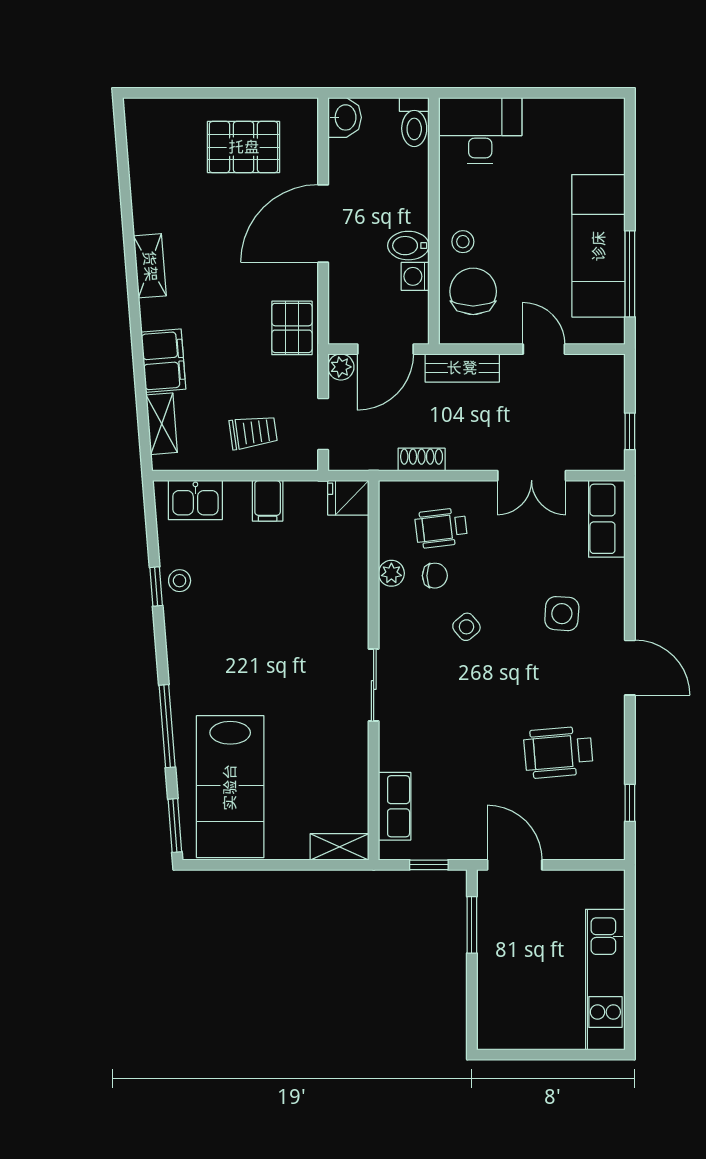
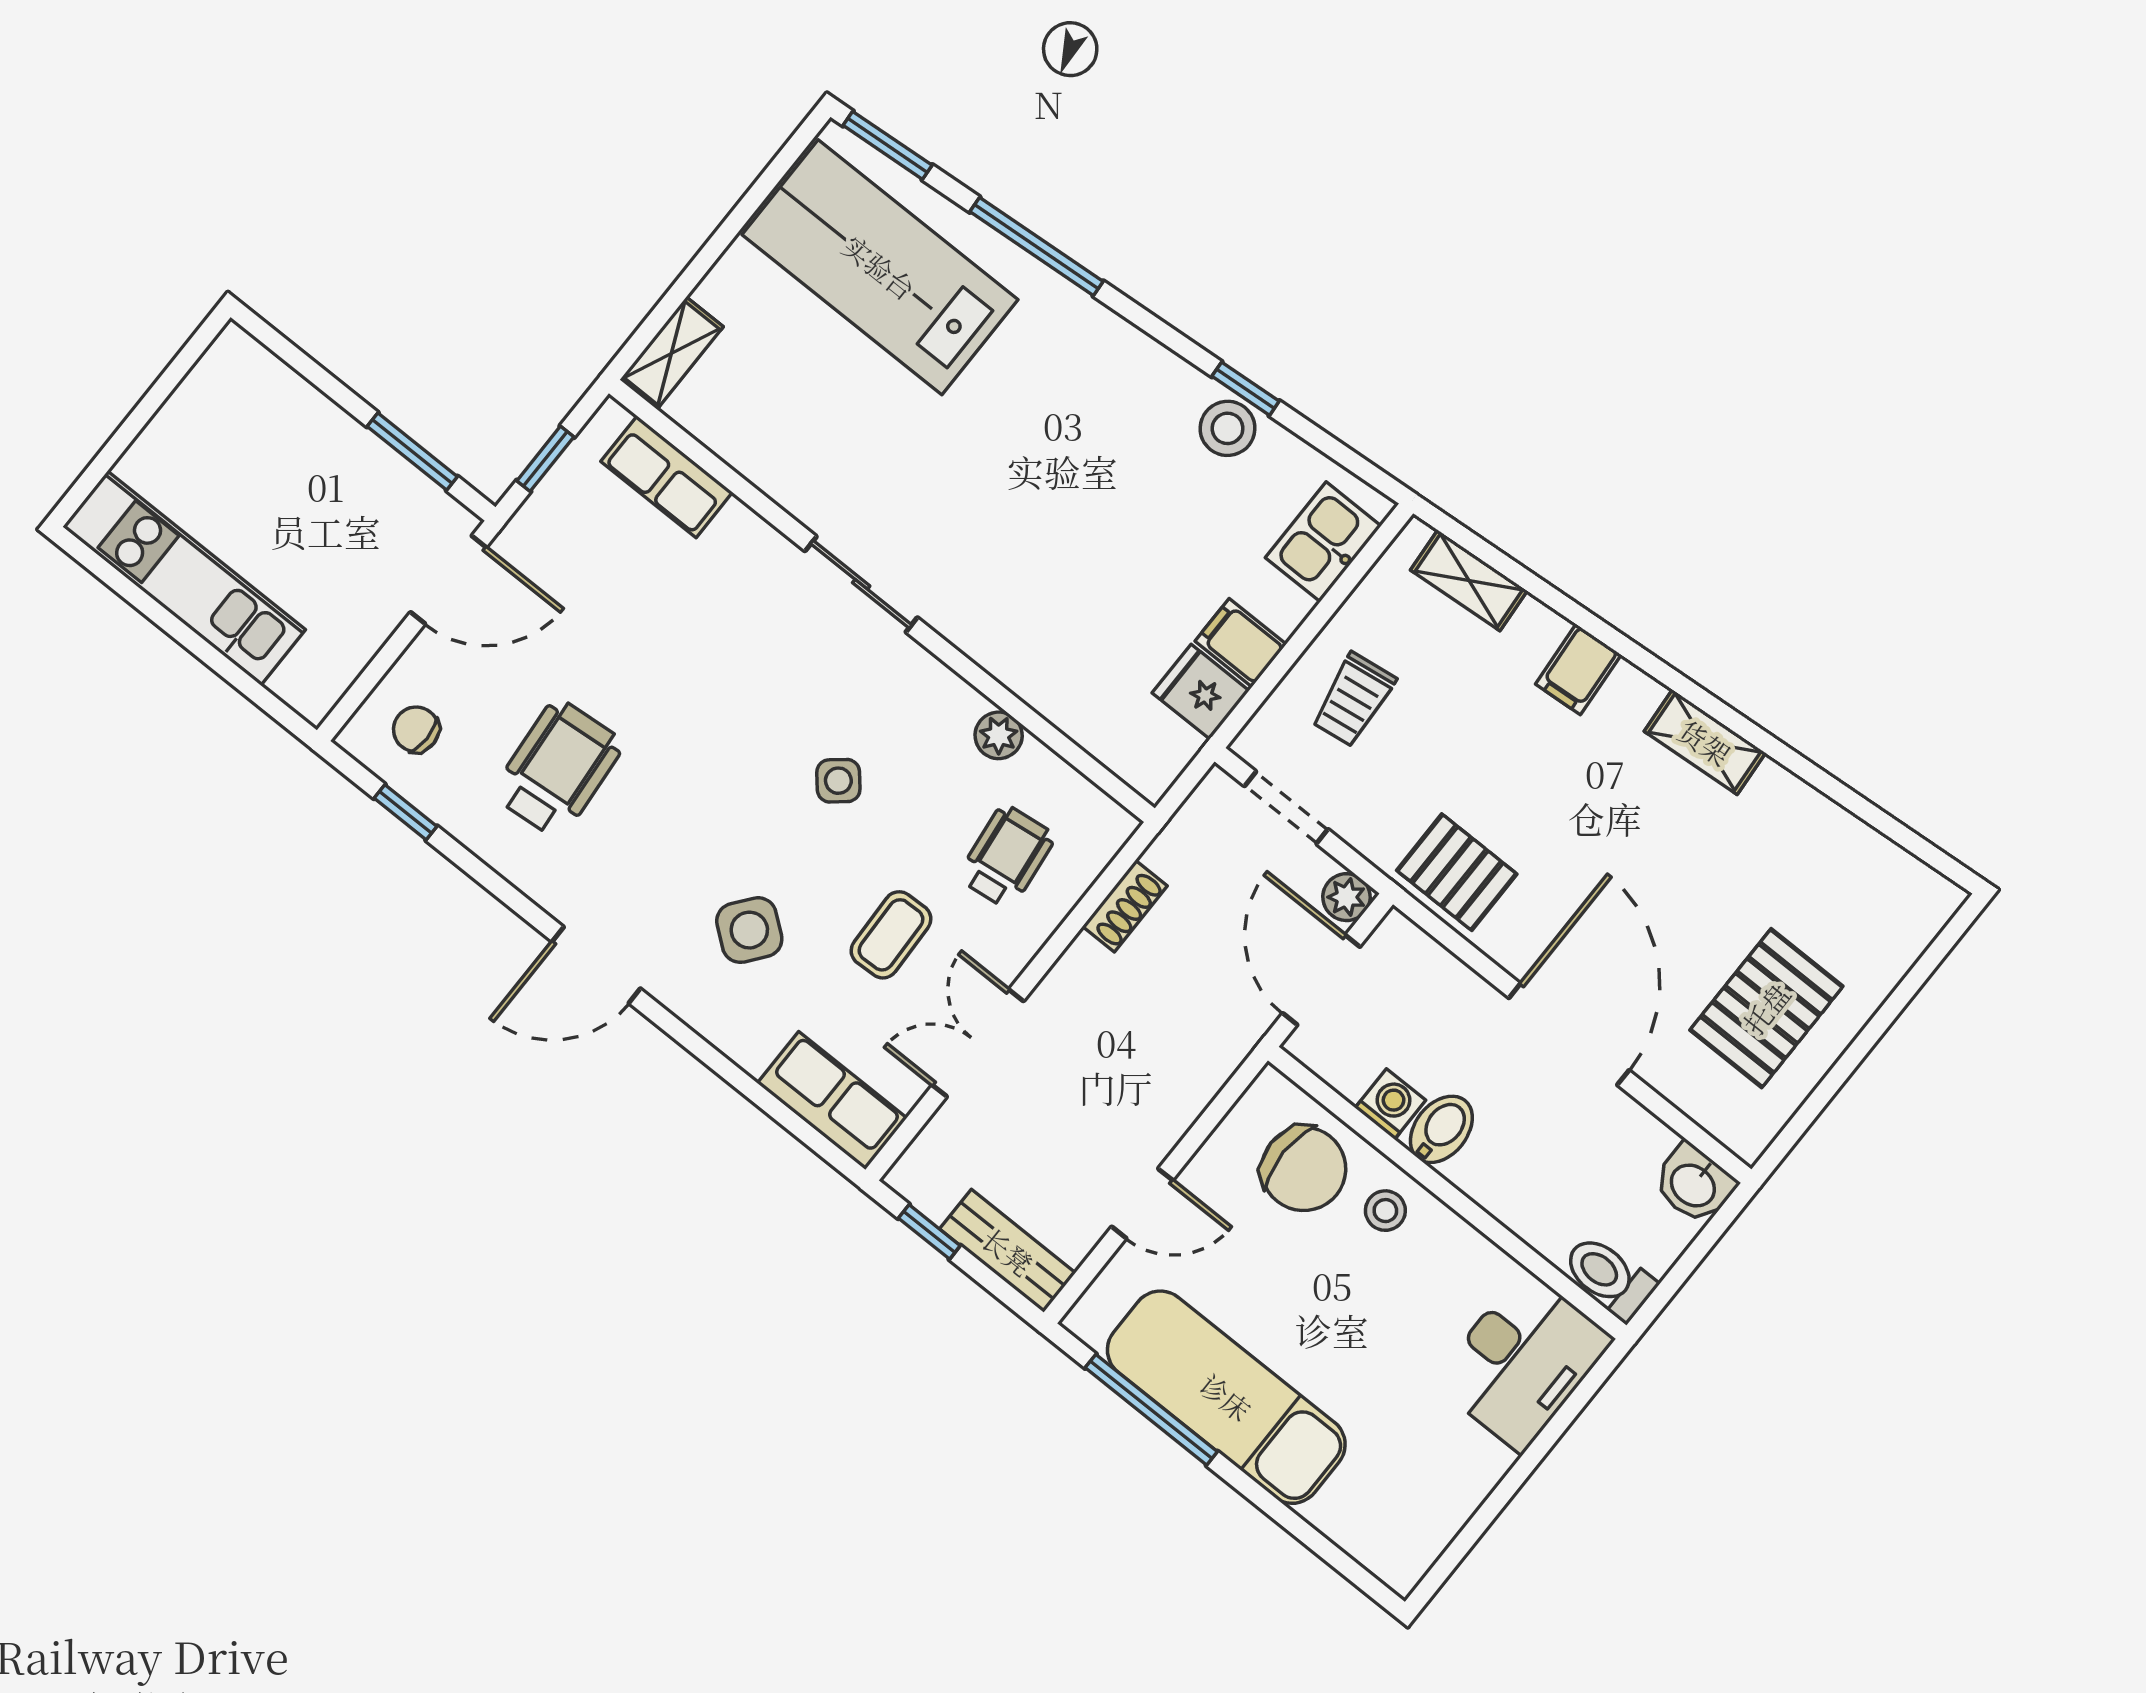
filing cabinet: (163, 361) -> (1578, 669), width x0.50
bench: (462, 368) -> (1008, 1251), moved, turned 90
fridge: (348, 498) -> (1201, 692), moved, turned -90
coffee table: (515, 551) -> (891, 935), added
chair: (435, 576) -> (416, 729), moved, turned 90
stool: (180, 581) -> (1228, 428), width x1.37, depth x1.37
side table: (562, 614) -> (749, 930), turned 34

